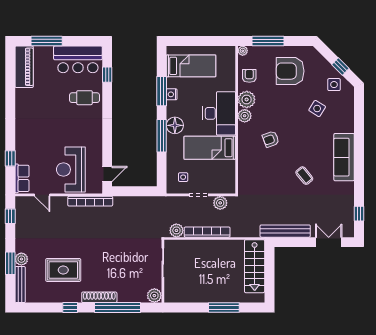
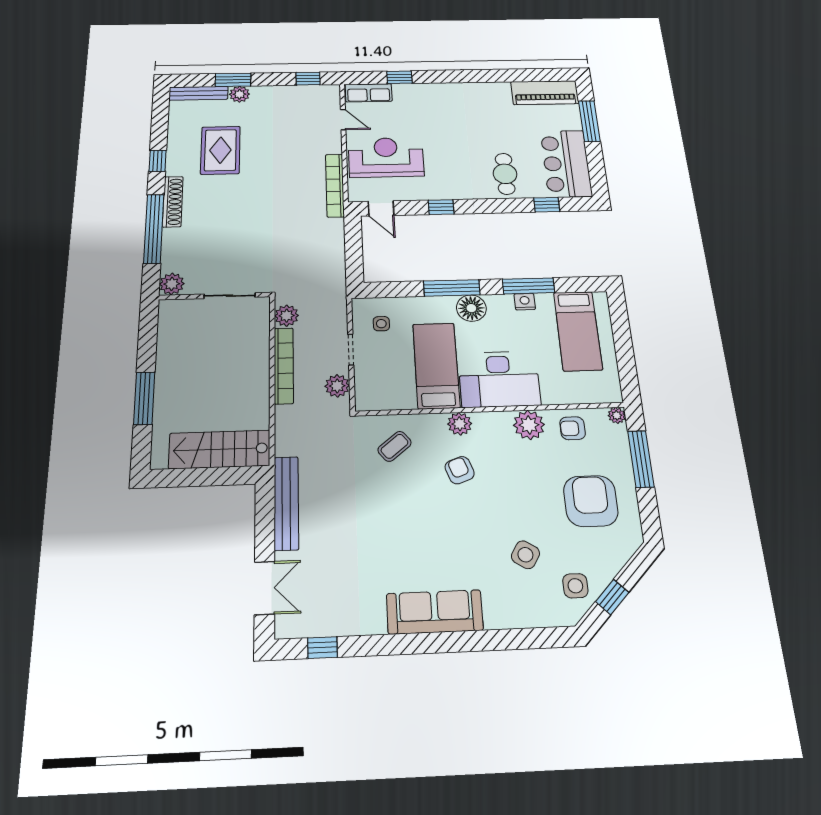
armchair: (249, 76) -> (573, 428), turned 180
plant: (245, 116) -> (460, 424), moved
window: (107, 138) -> (441, 207), added
coffee table: (304, 176) -> (394, 446), moved
door: (42, 195) -> (343, 120), swing flipped

